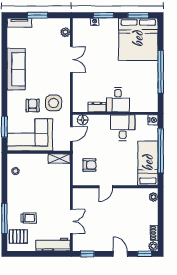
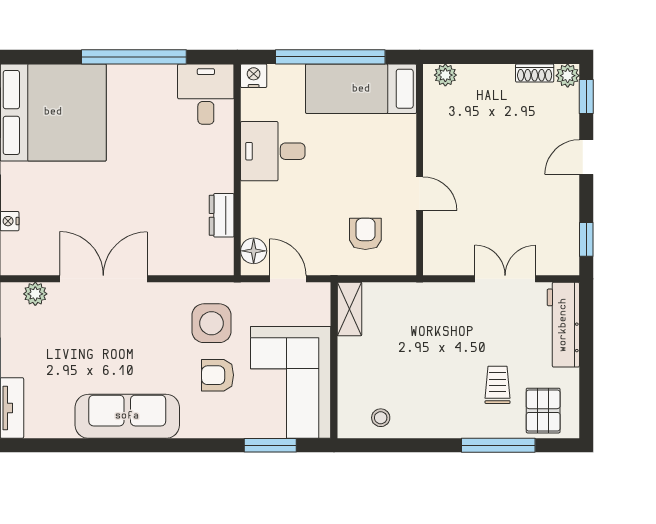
double door: (71, 60) -> (103, 279), width x1.37
desk: (118, 100) -> (206, 94), moved, turned -90

